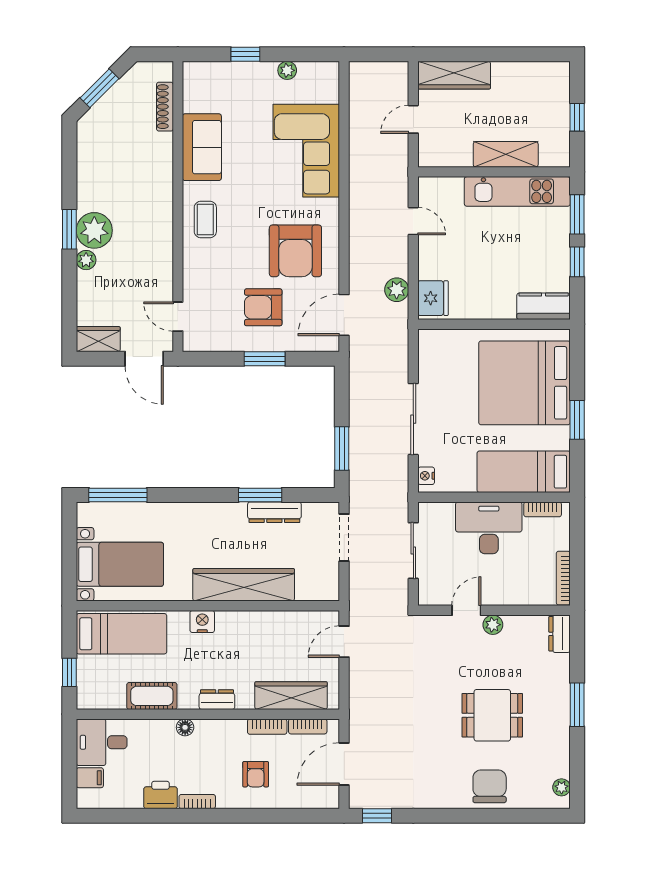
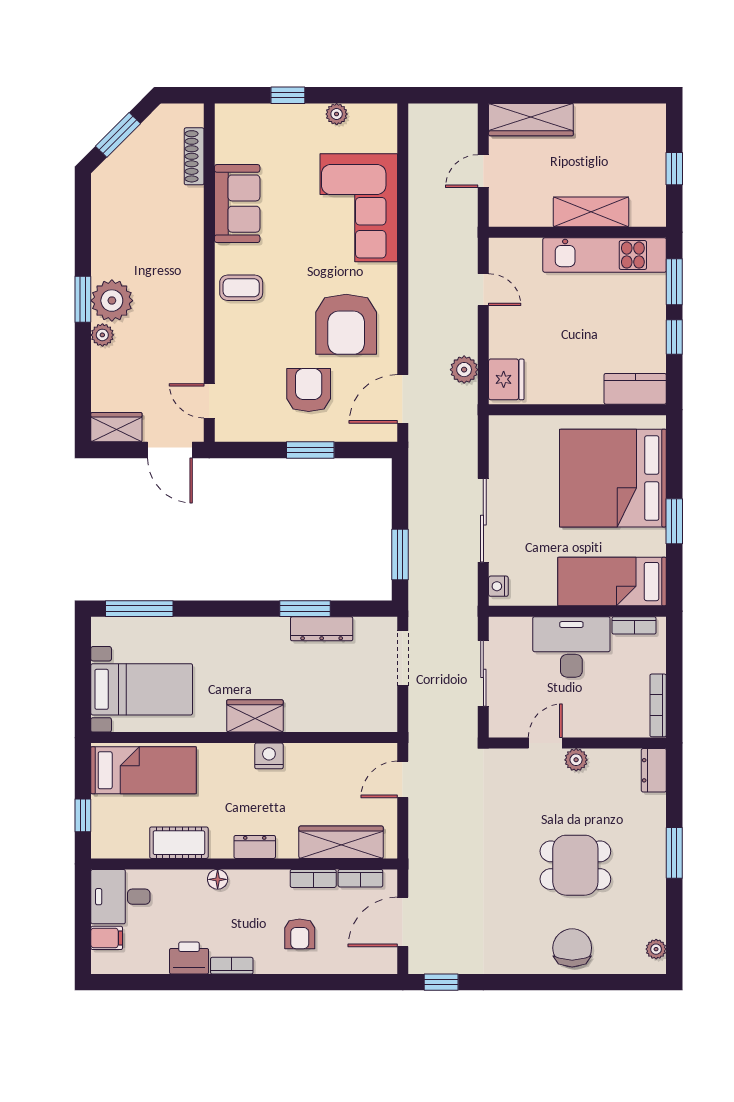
coffee table: (205, 220) -> (241, 288), turned 90
armchair: (263, 307) -> (309, 390), turned 90
wardrobe: (244, 585) -> (255, 716), width x0.48, depth x0.85
nightstand: (202, 621) -> (269, 756), moved

